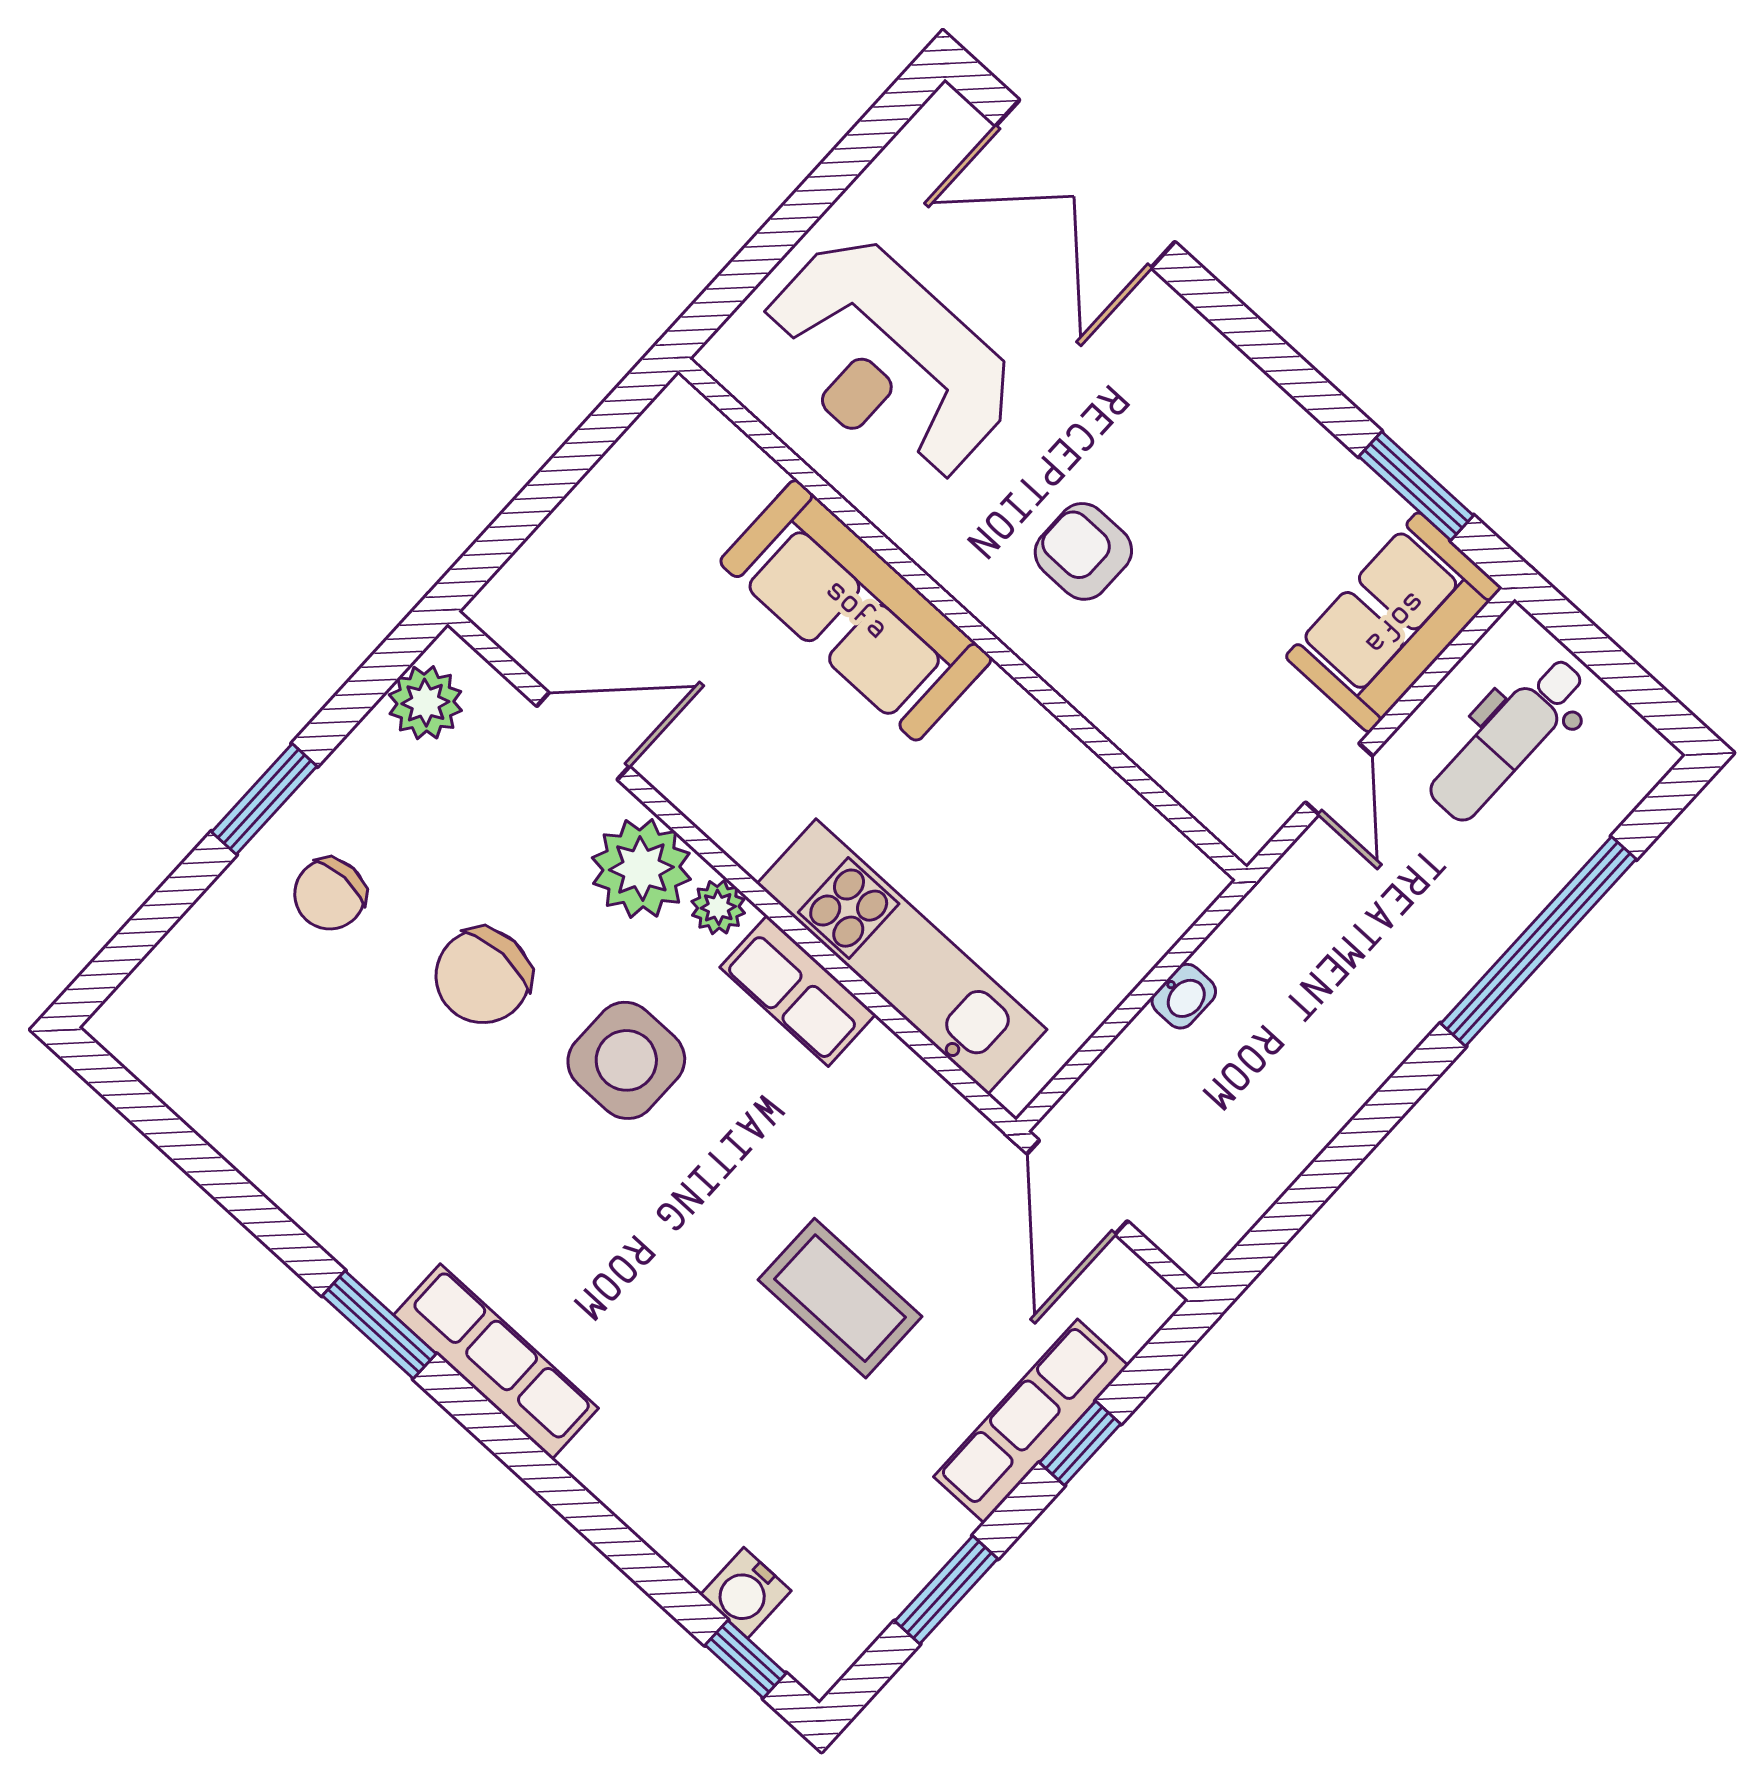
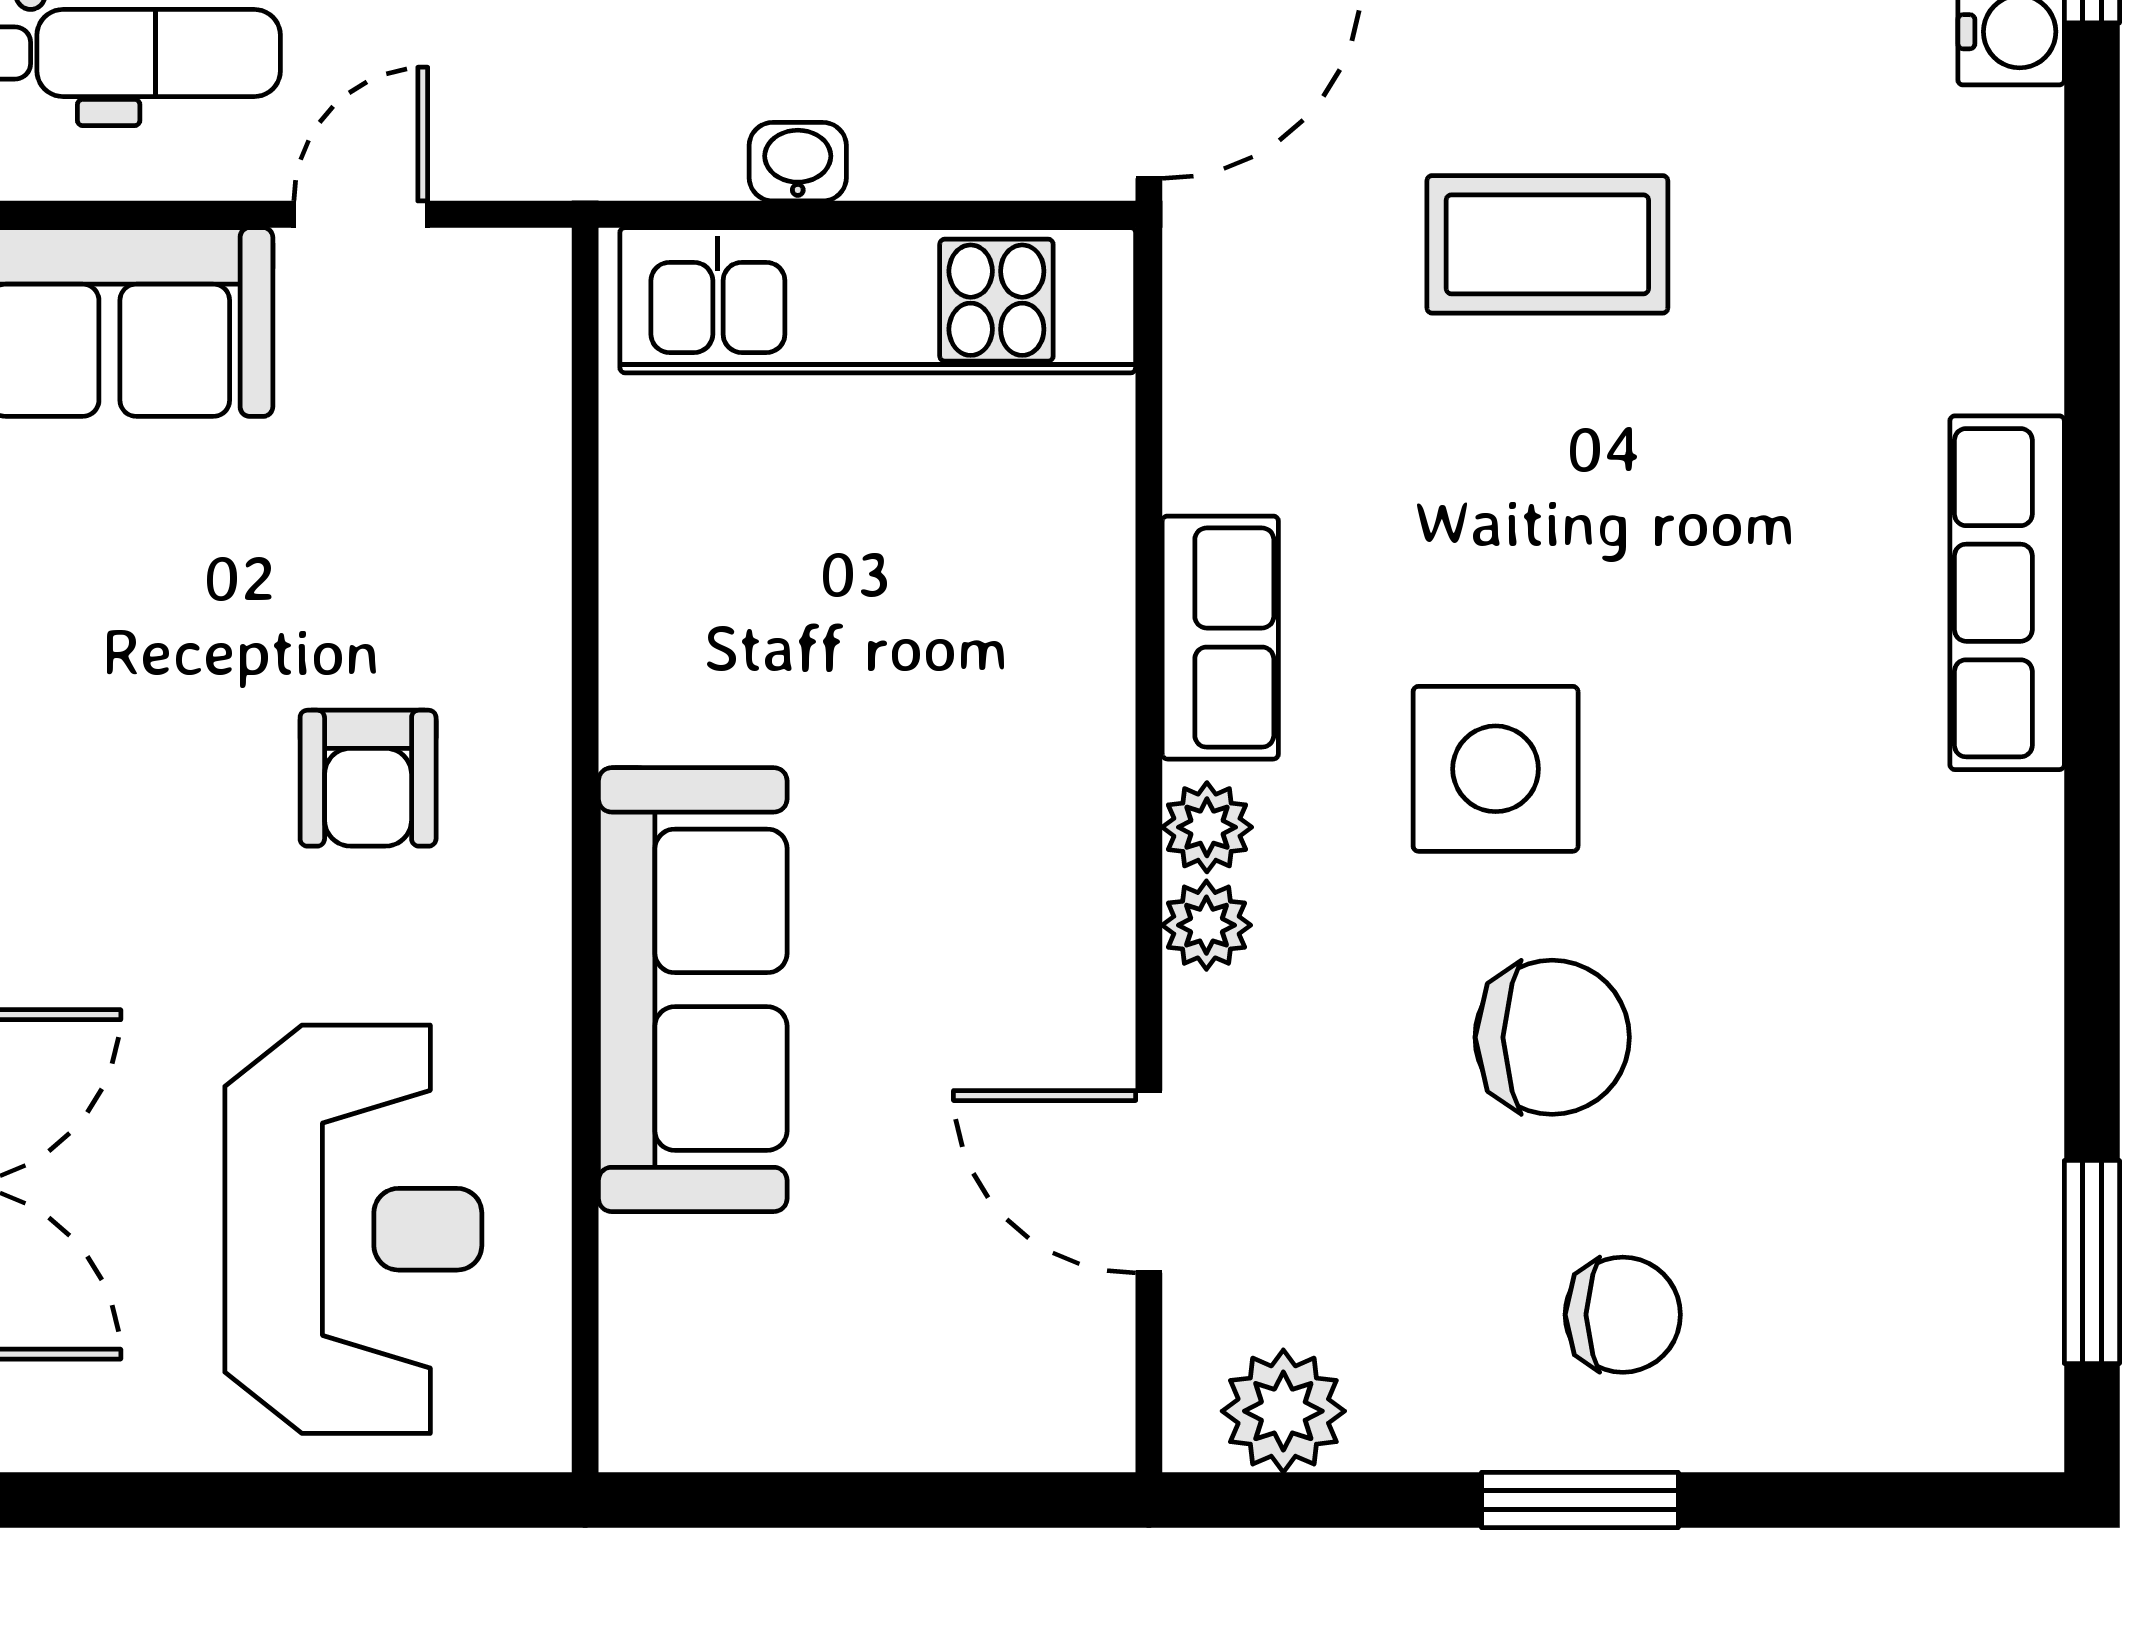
plant: (641, 868) -> (1206, 925), width x0.53, depth x0.53
kitchen unit: (902, 957) -> (878, 300), moved, turned -90
coffee table: (840, 1298) -> (1547, 244), turned 90
window: (379, 1325) -> (2092, 1262), moved

